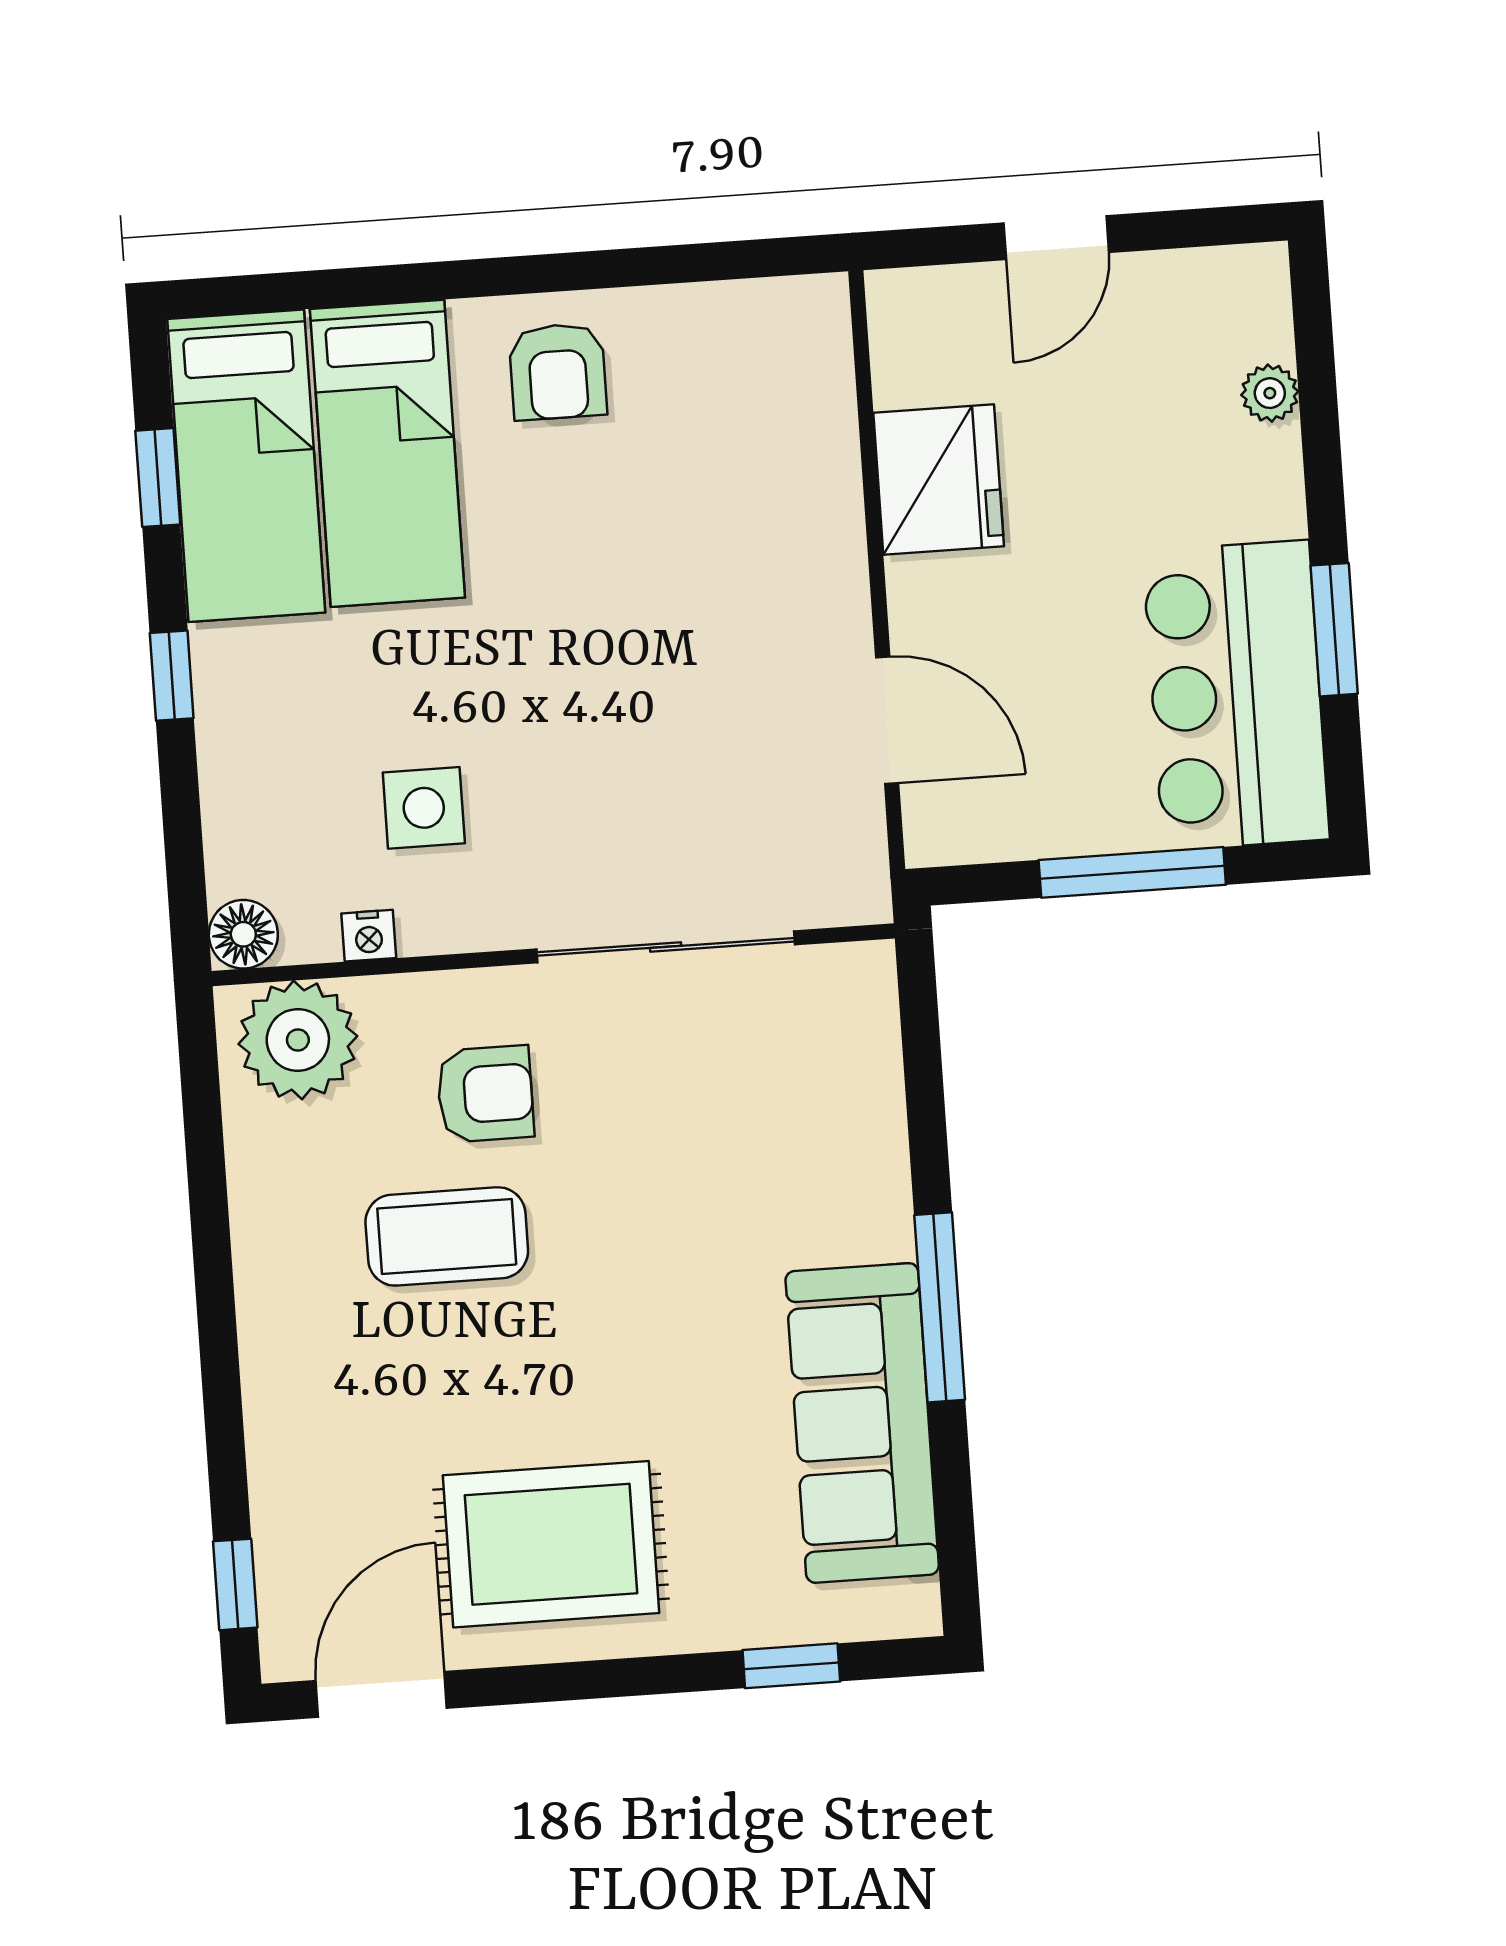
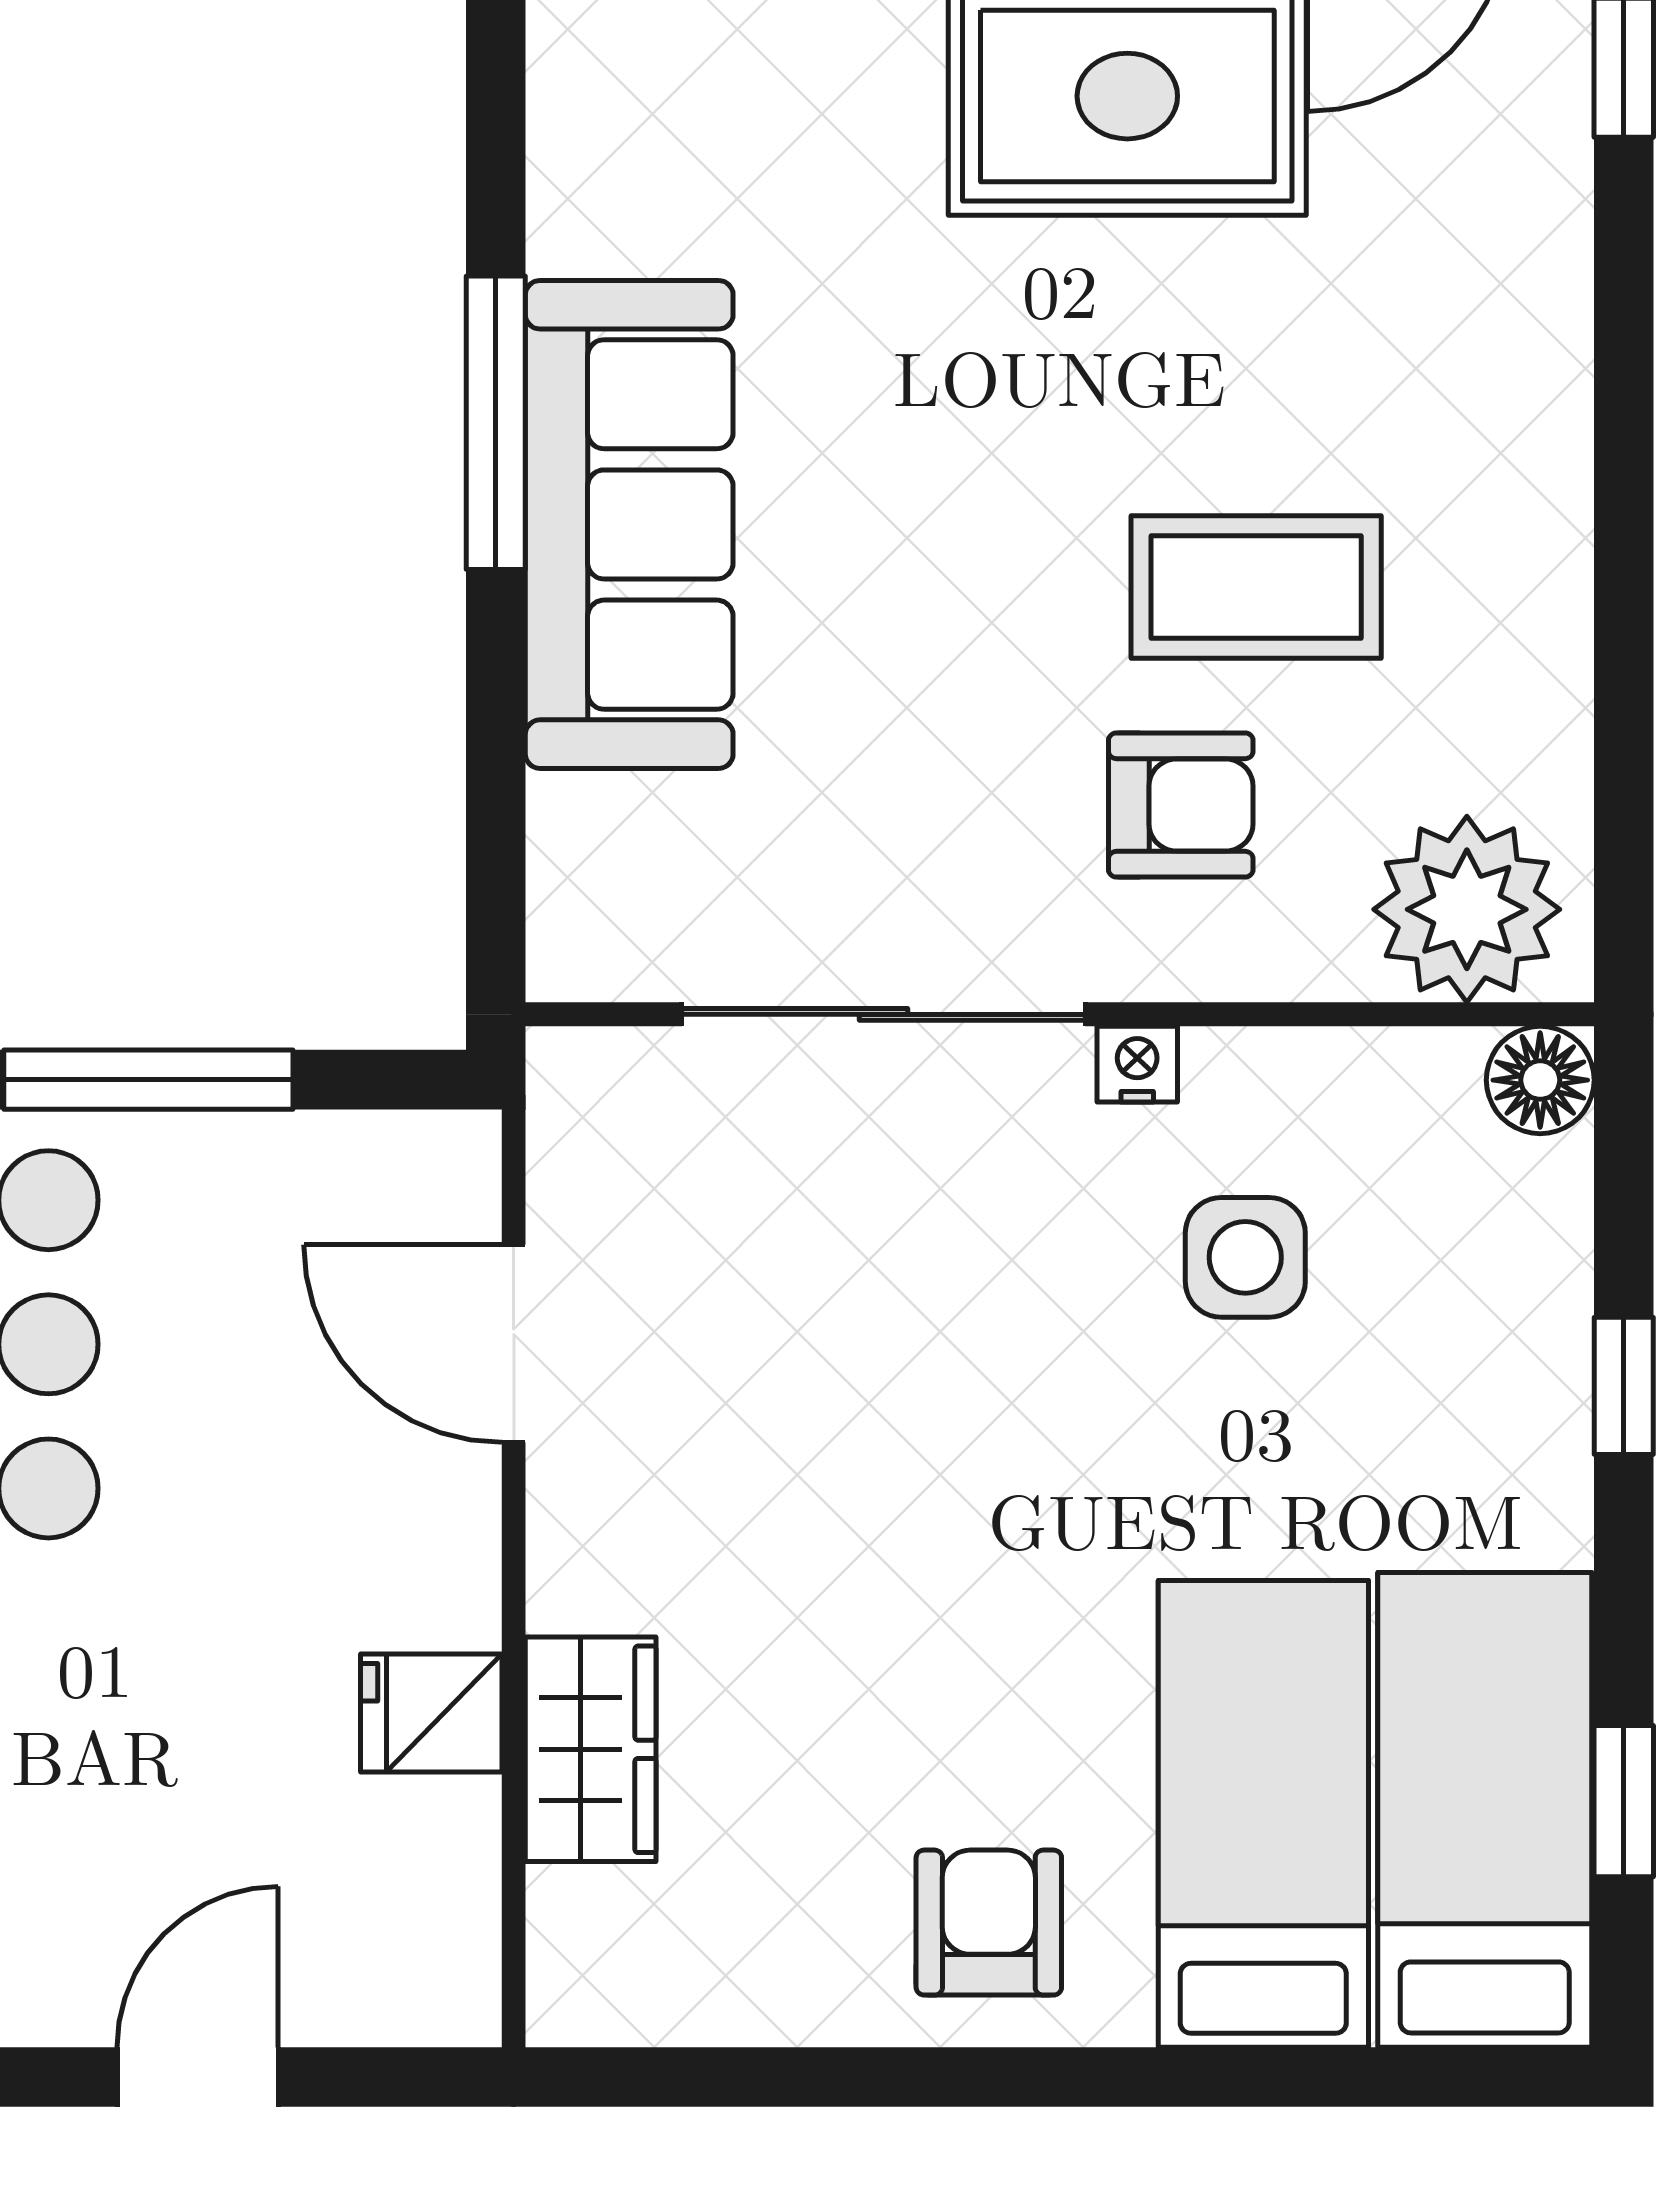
wardrobe: (820, 464) -> (591, 1749), added
fridge: (939, 479) -> (431, 1713), width x0.53, depth x0.75
window: (172, 676) -> (1624, 1386), moved
nightstand: (369, 936) -> (1137, 1064), moved
armchair: (485, 1094) -> (1181, 805), turned 180
sofa: (862, 1423) -> (629, 524), moved

